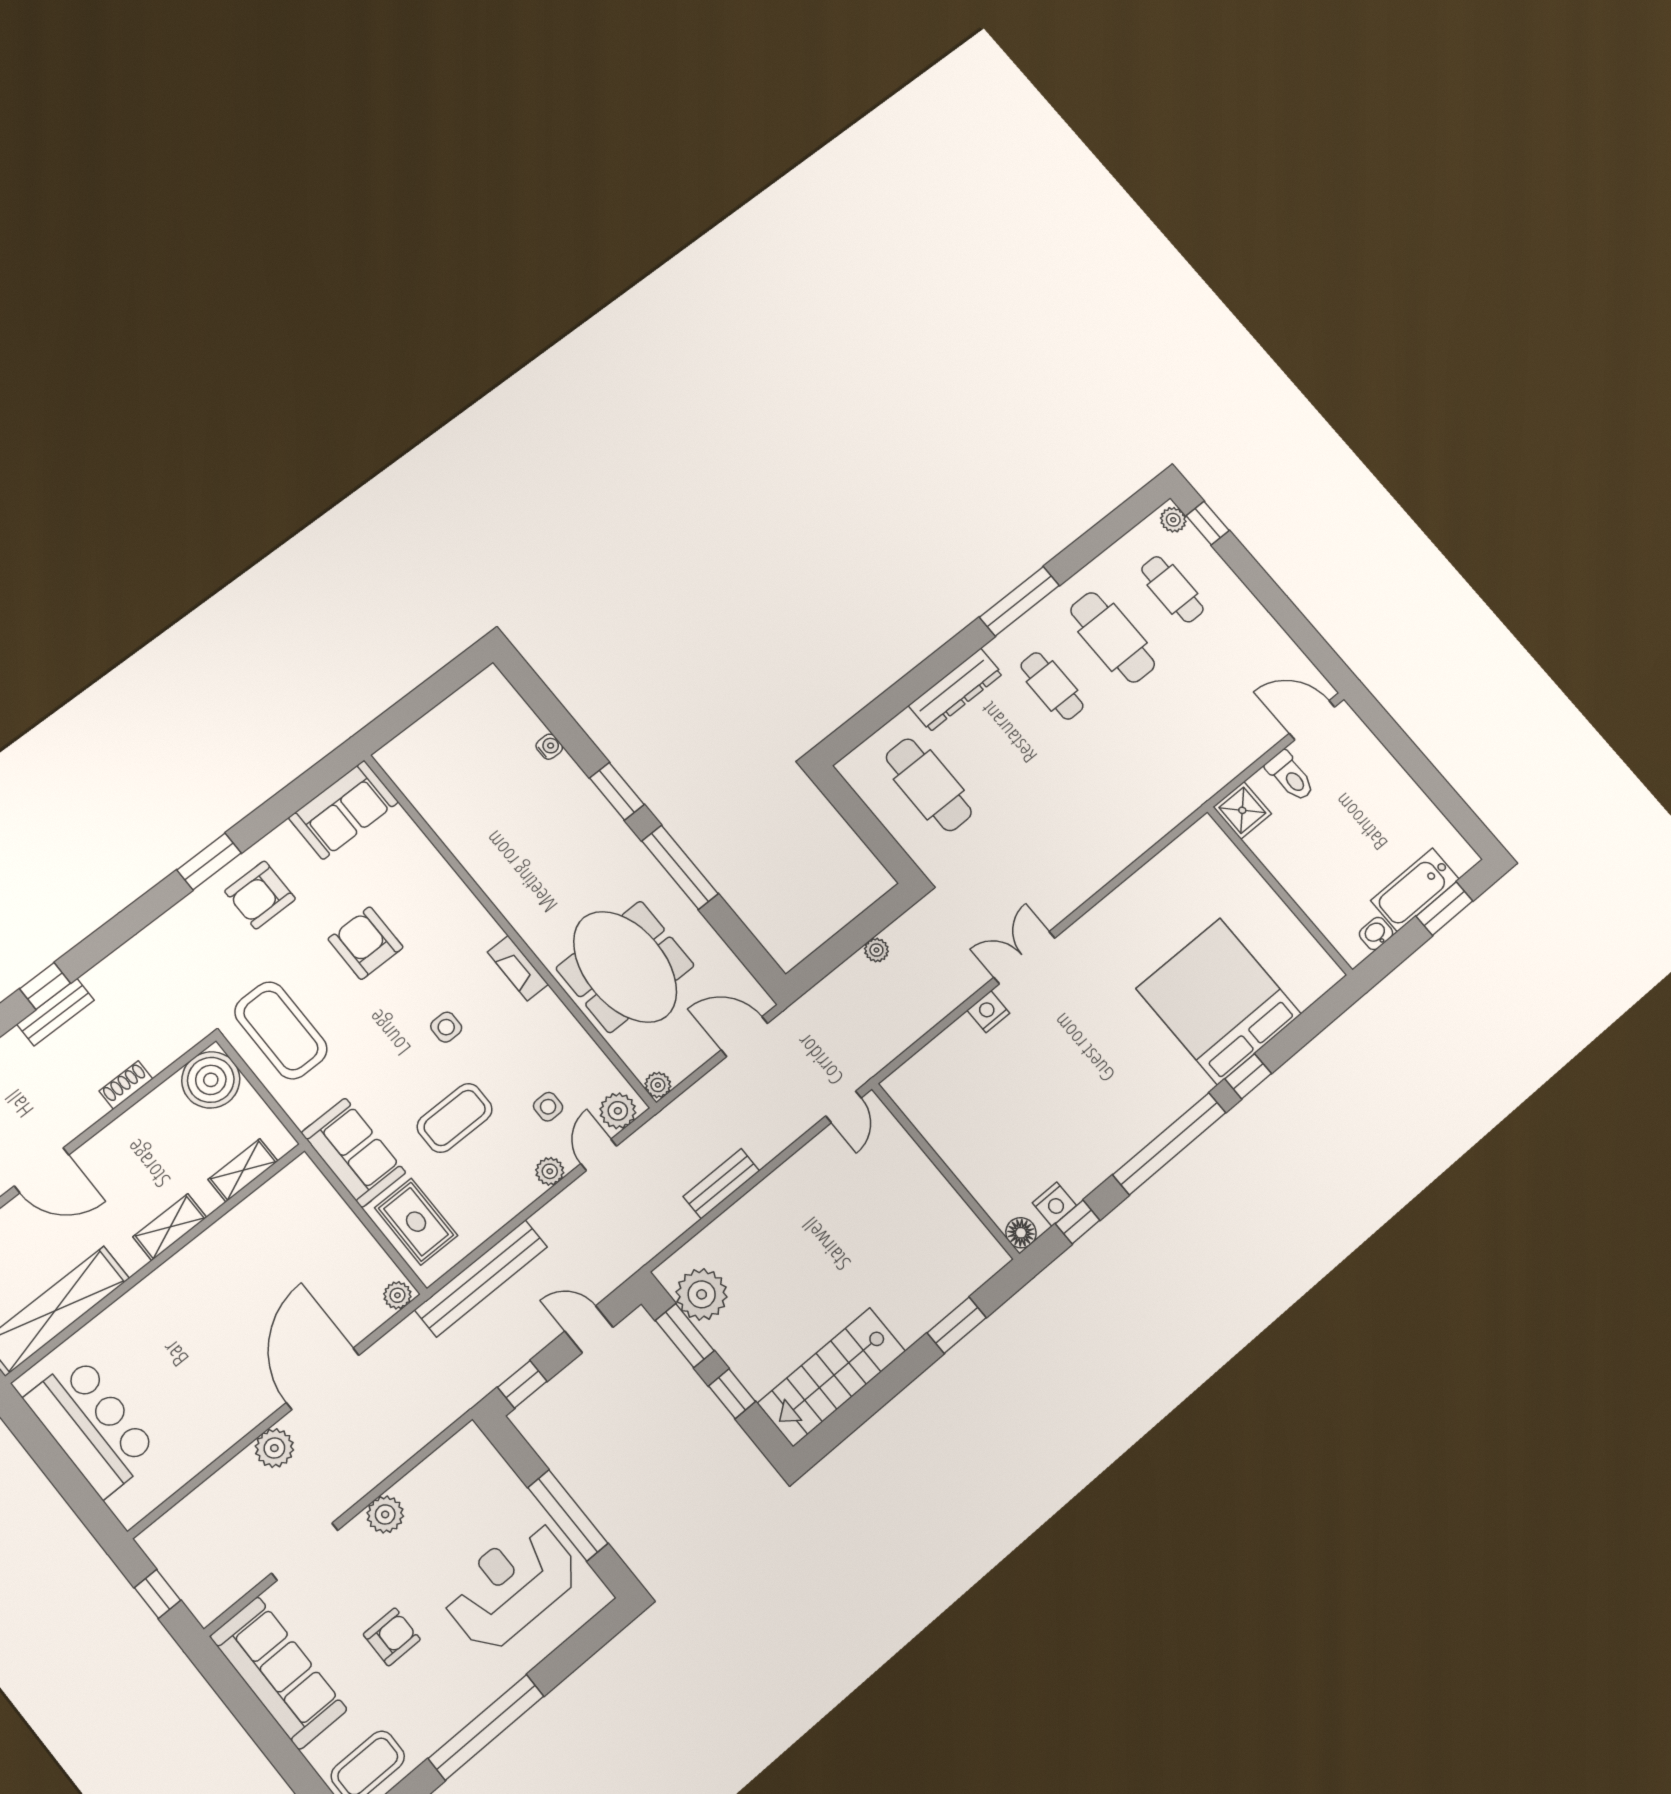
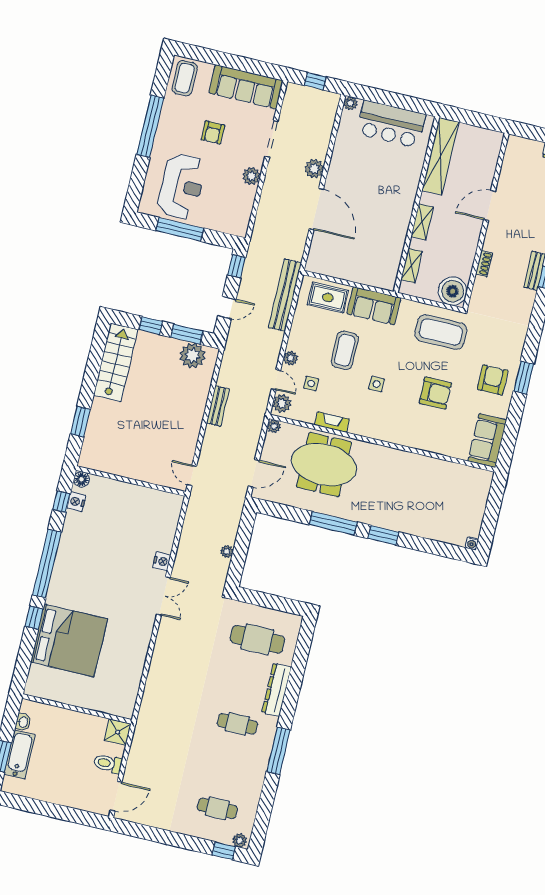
cafe table: (1113, 637) -> (227, 766), removed
water cooler: (549, 747) -> (472, 543), moved
fireplace: (518, 968) -> (332, 422), moved
plant: (397, 1295) -> (350, 103), moved

